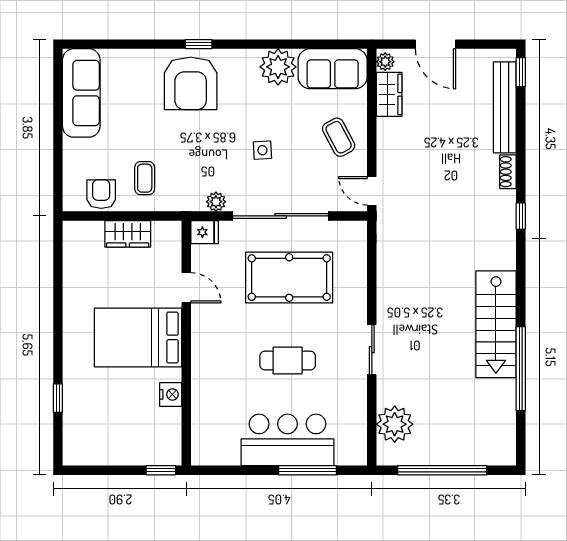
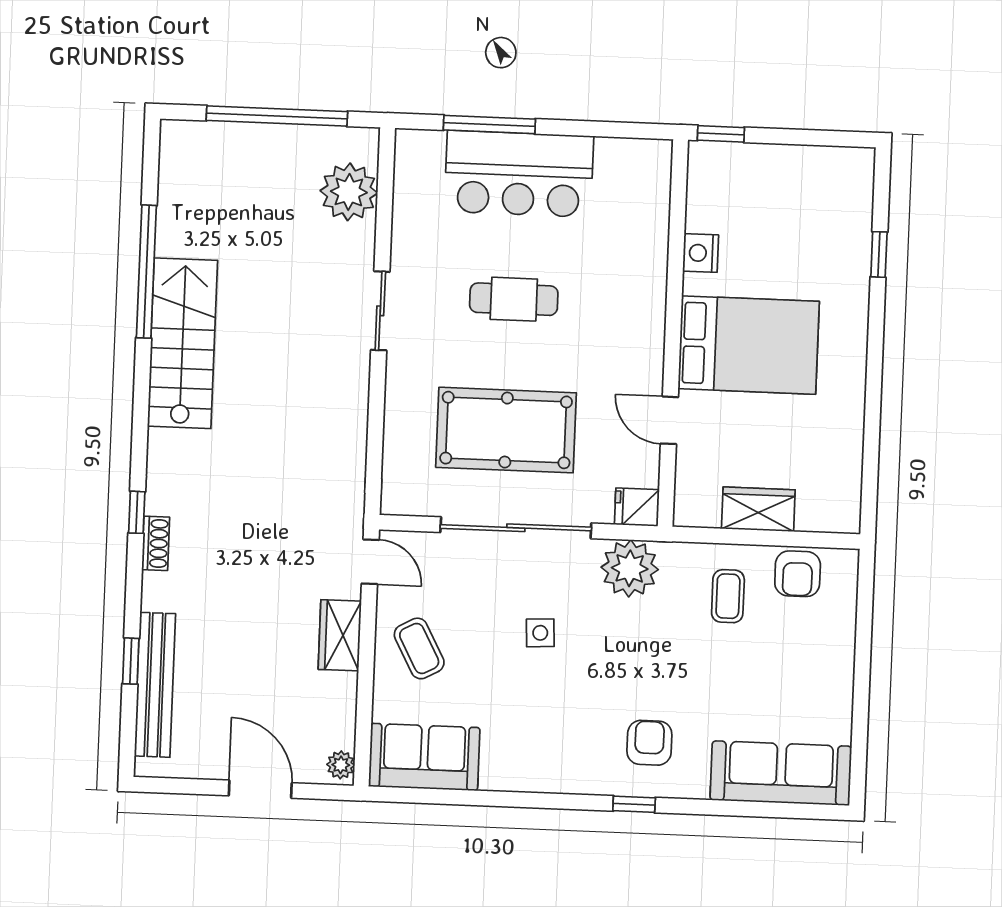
plant: (278, 67) -> (510, 763), removed
window: (521, 72) -> (131, 661), moved
armchair: (191, 83) -> (649, 743), width x0.53, depth x0.53
sofa: (81, 93) -> (781, 773), moved, turned 90
wardrobe: (389, 94) -> (340, 635), moved
shoe rack: (508, 172) -> (156, 543), moved
plant: (216, 202) -> (630, 568), width x1.88, depth x1.88

